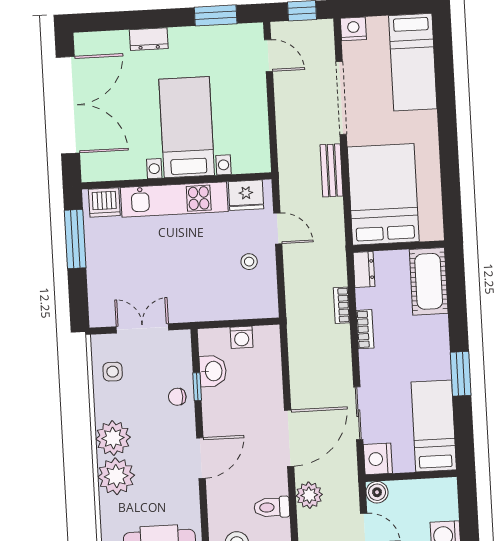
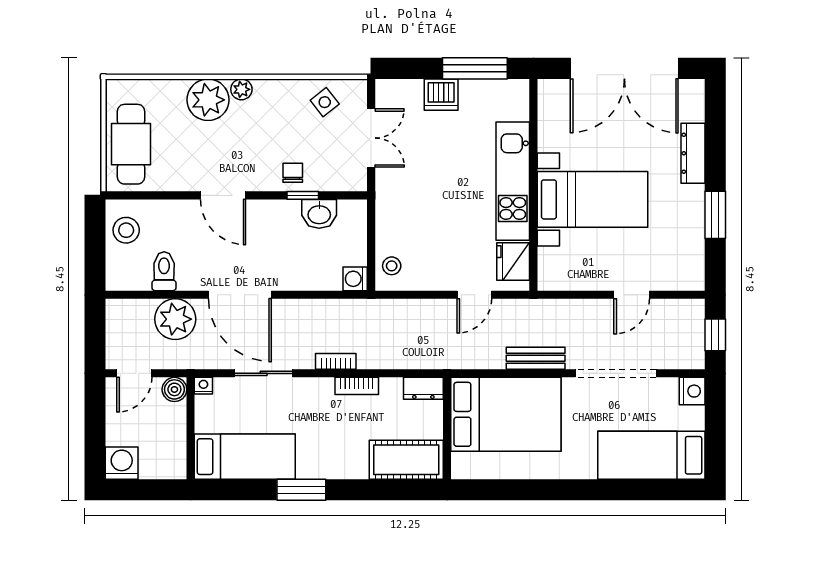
window: (216, 15) -> (715, 215), moved
dresser: (149, 39) -> (693, 153), width x1.44
door: (268, 56) -> (632, 295), moved
dishwasher: (104, 202) -> (441, 95), moved, turned -90
stool: (249, 262) -> (392, 266), moved
bookcase: (342, 305) -> (336, 361), moved
washing machine: (242, 337) -> (355, 279), moved
side table: (113, 372) -> (325, 102), turned -38
plant: (113, 438) -> (241, 89), width x0.53, depth x0.53
nightstand: (378, 459) -> (203, 386), width x0.53, depth x0.56
plant: (309, 495) -> (175, 319), width x1.36, depth x1.36

